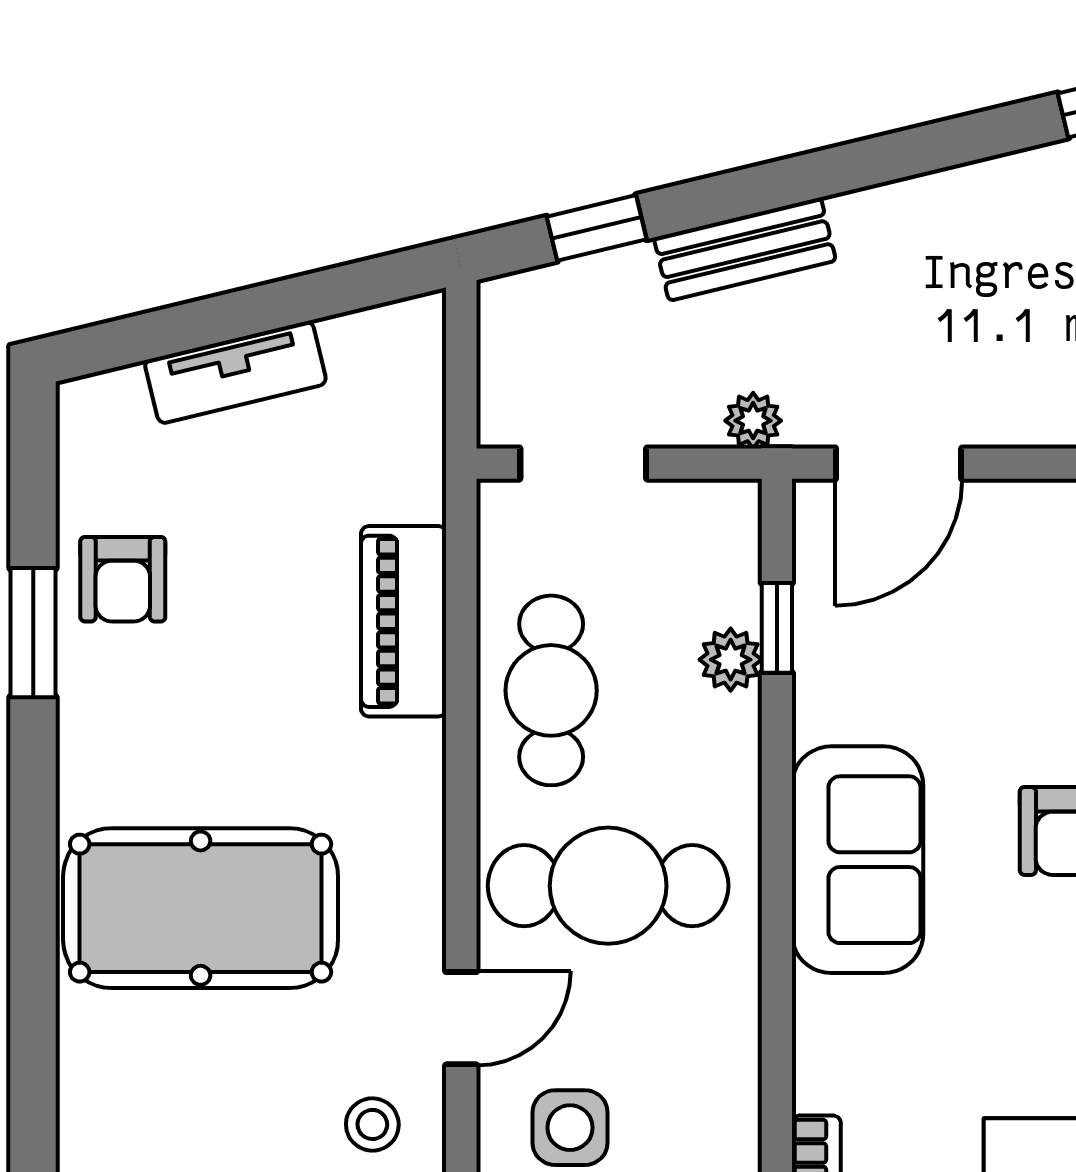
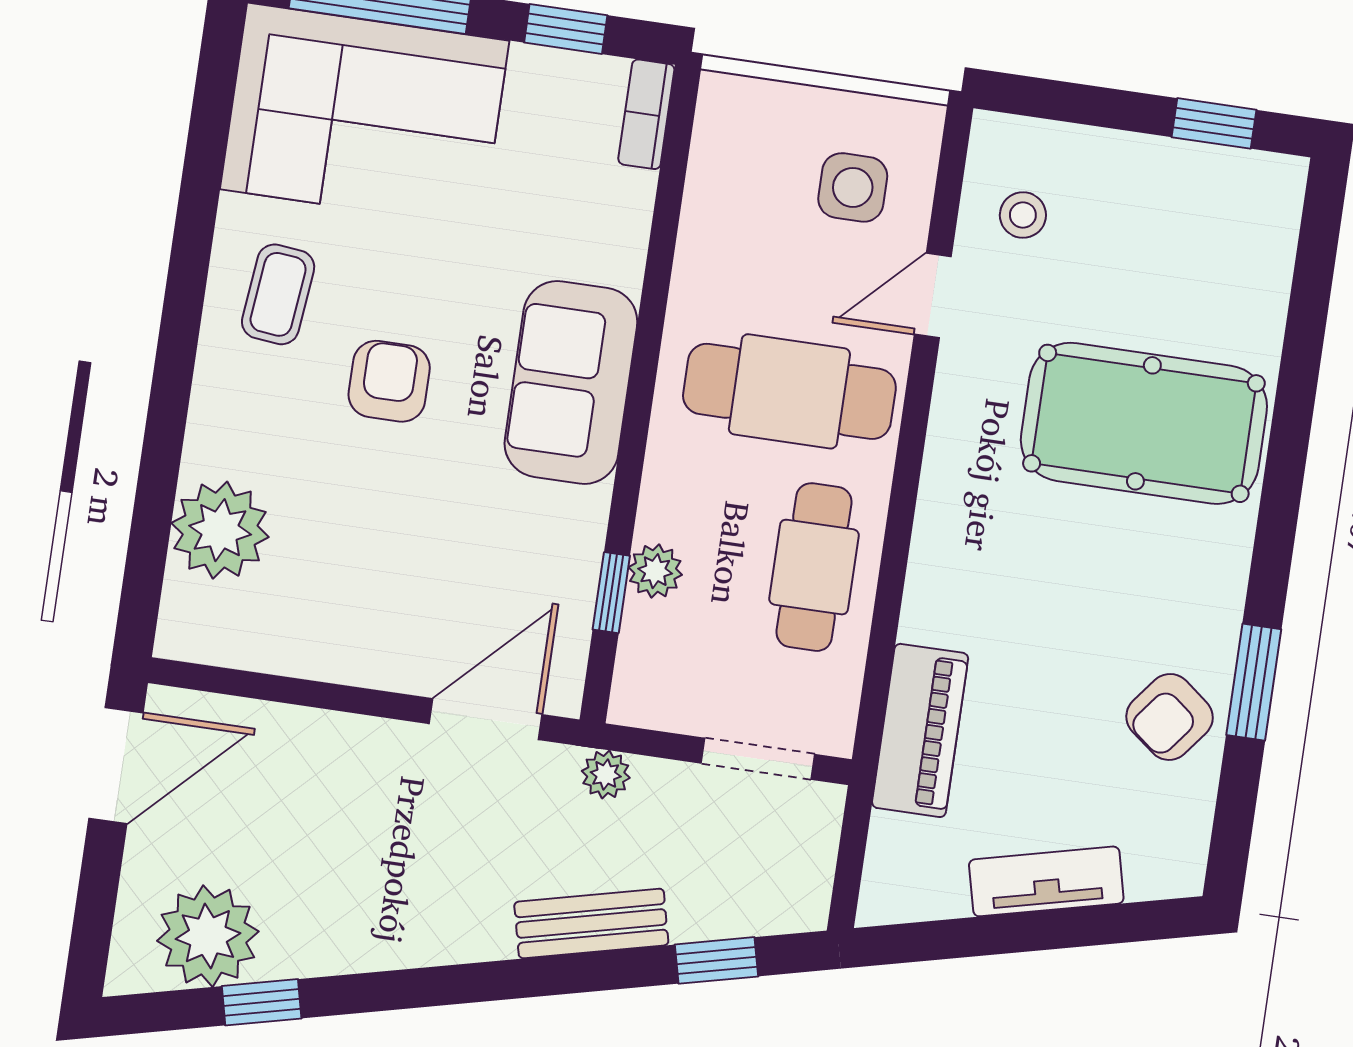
armchair: (123, 579) -> (1170, 717), turned -142
piano: (404, 621) -> (920, 730), moved

